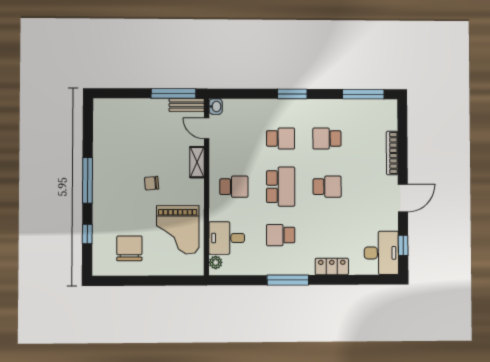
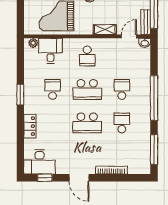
window: (292, 94) -> (154, 98), width x2.11
school desk: (280, 138) -> (122, 89), turned 180
school desk: (327, 187) -> (87, 123), width x1.85
window: (288, 280) -> (20, 95), width x0.69

